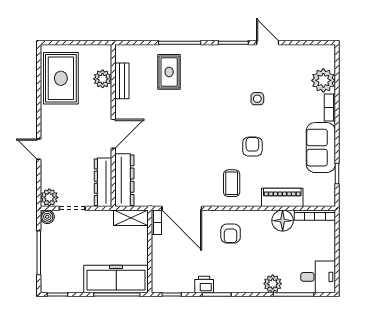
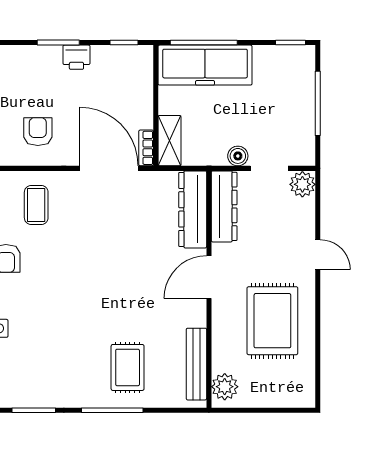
rug: (61, 78) -> (272, 321), moved
plant: (103, 79) -> (225, 387), moved
bench: (122, 81) -> (196, 364), width x1.36
boiler: (47, 217) -> (238, 156), moved
shelving: (131, 218) -> (170, 141), moved, turned 90

